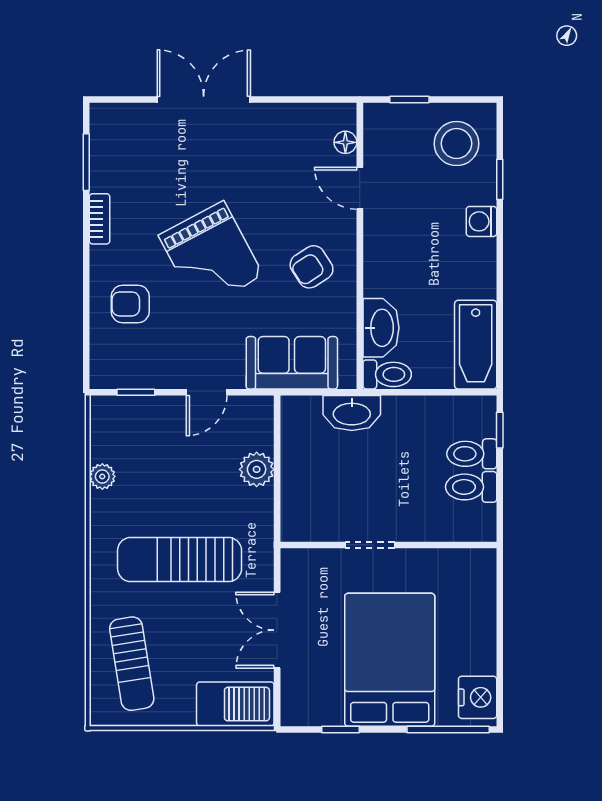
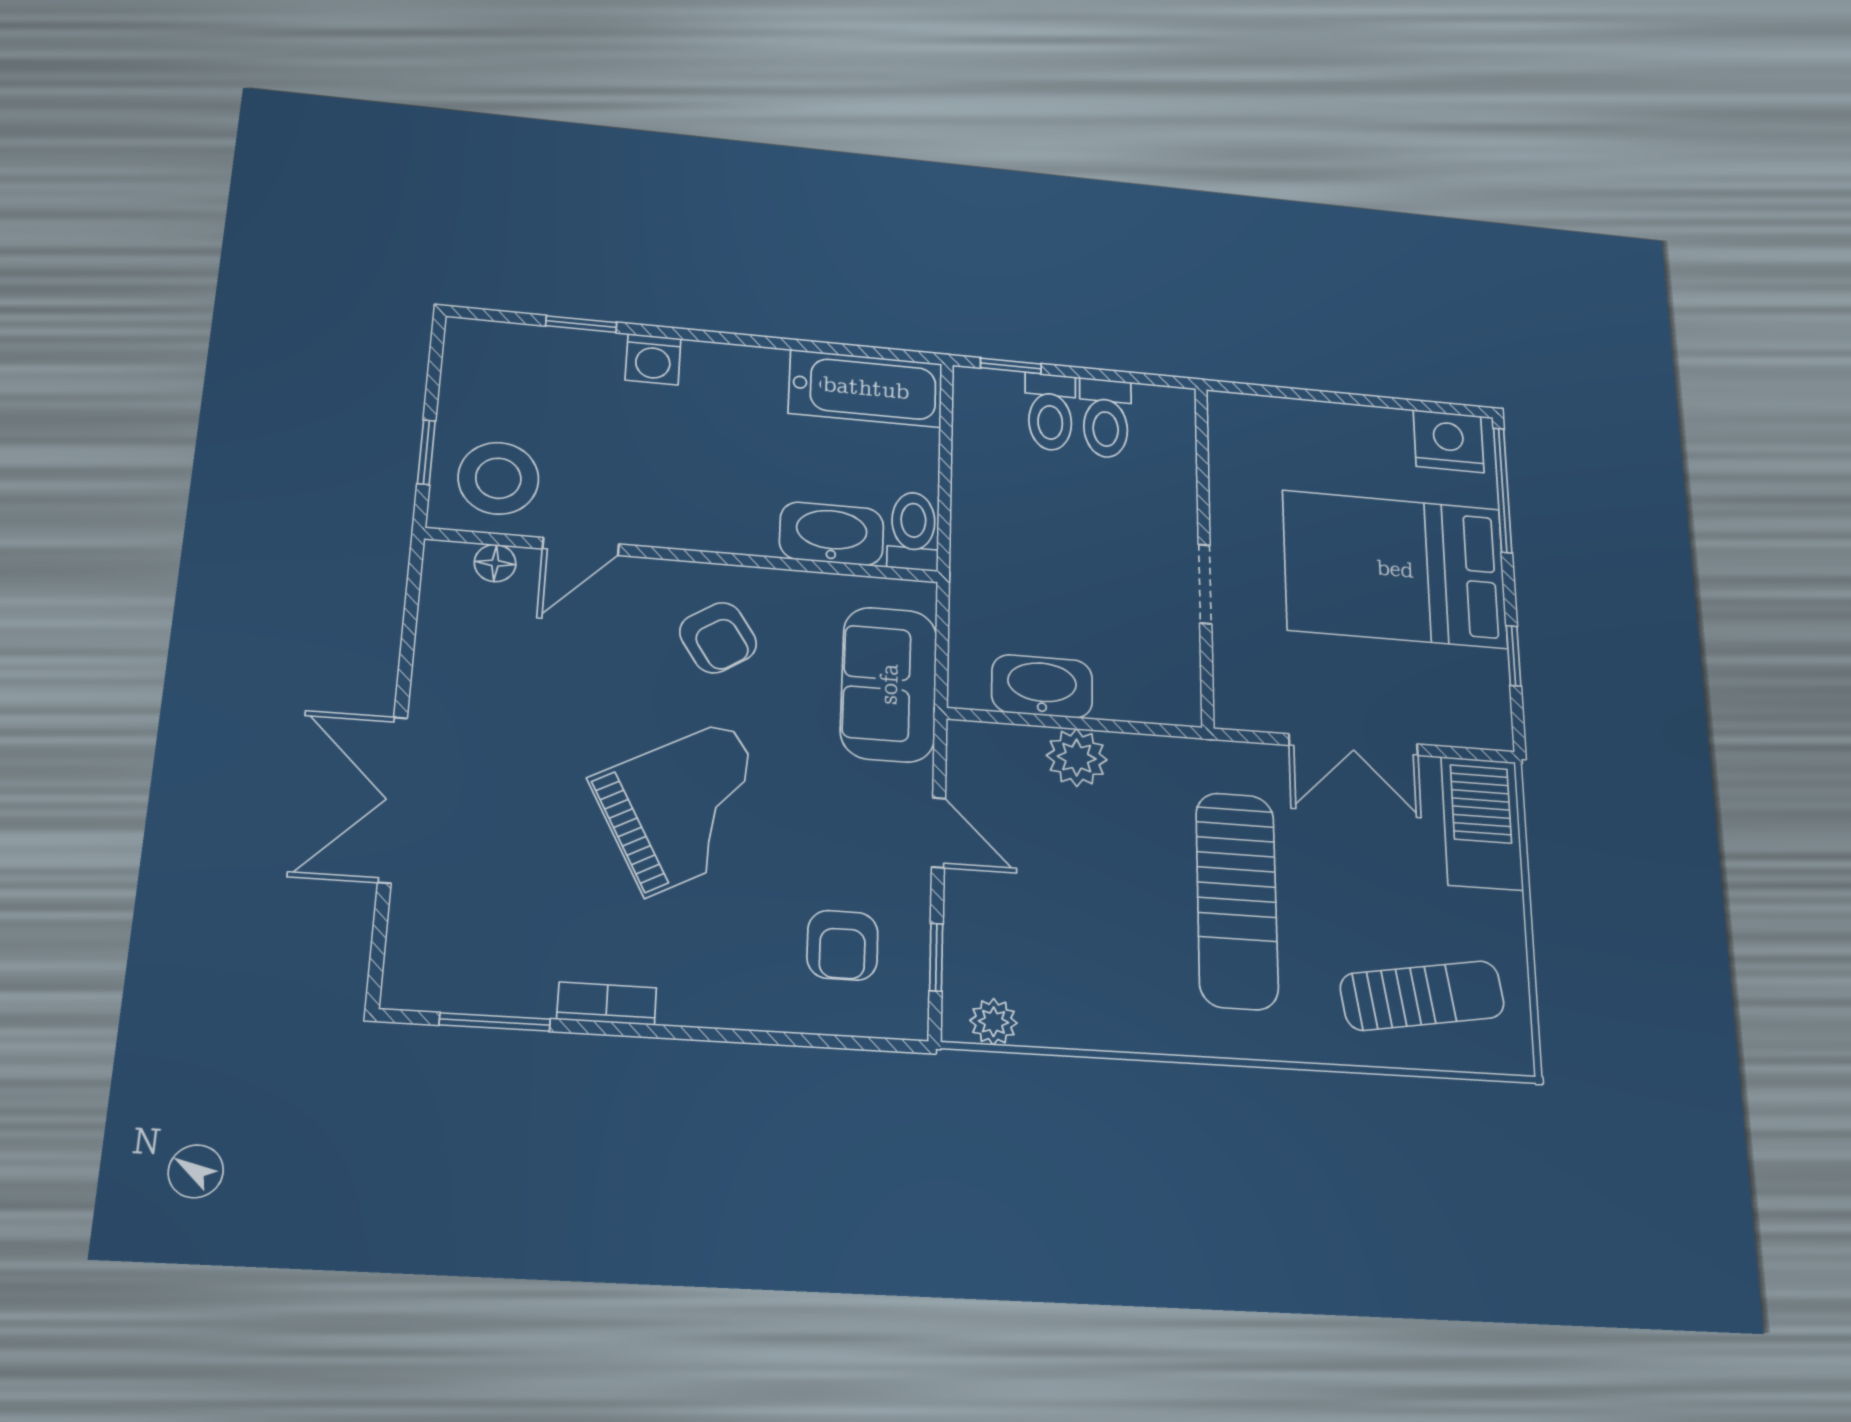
stool: (456, 144) -> (498, 478), moved
armchair: (130, 304) -> (842, 945), moved
washbasin: (352, 413) -> (1042, 686), moved, turned -90
plant: (102, 476) -> (993, 1022), moved

